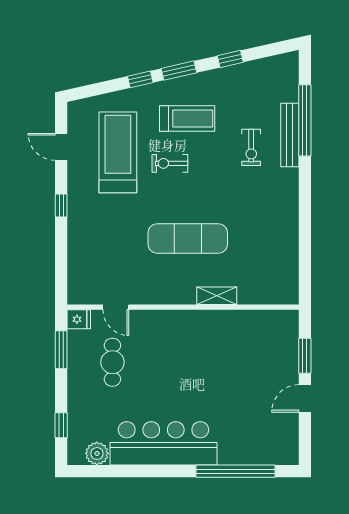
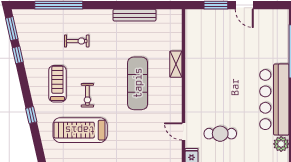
window: (179, 71) -> (12, 29), moved
bench: (290, 135) -> (135, 15), moved
door: (116, 307) -> (183, 131), swing flipped

